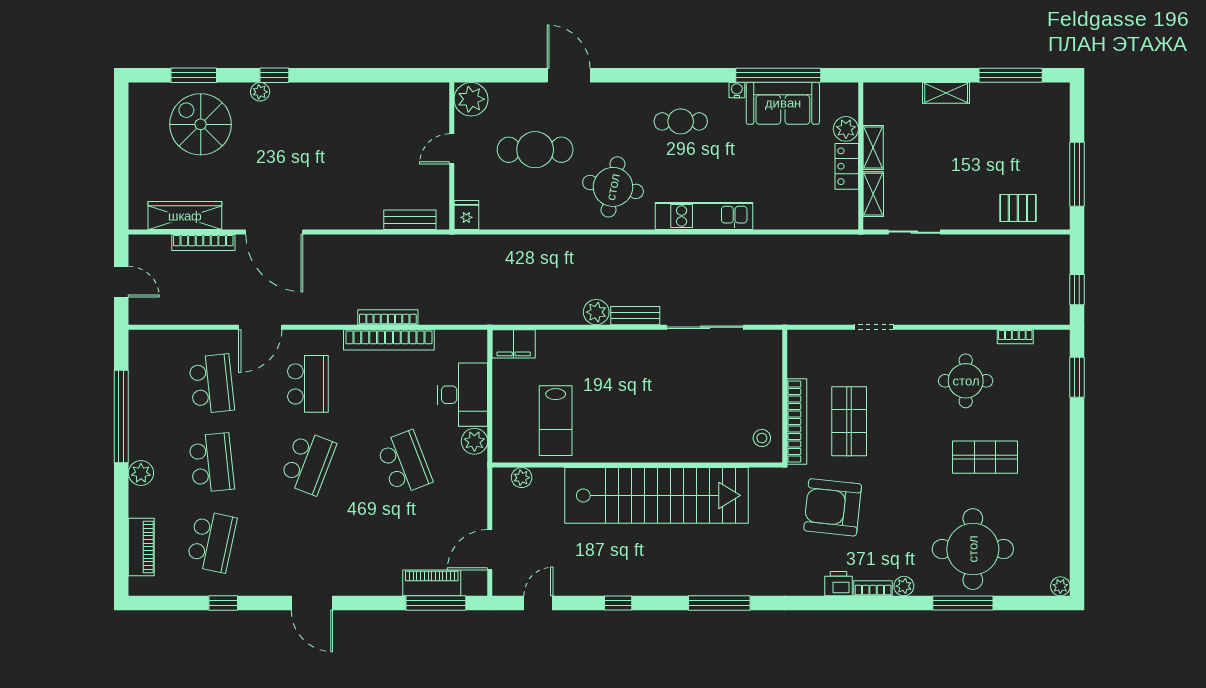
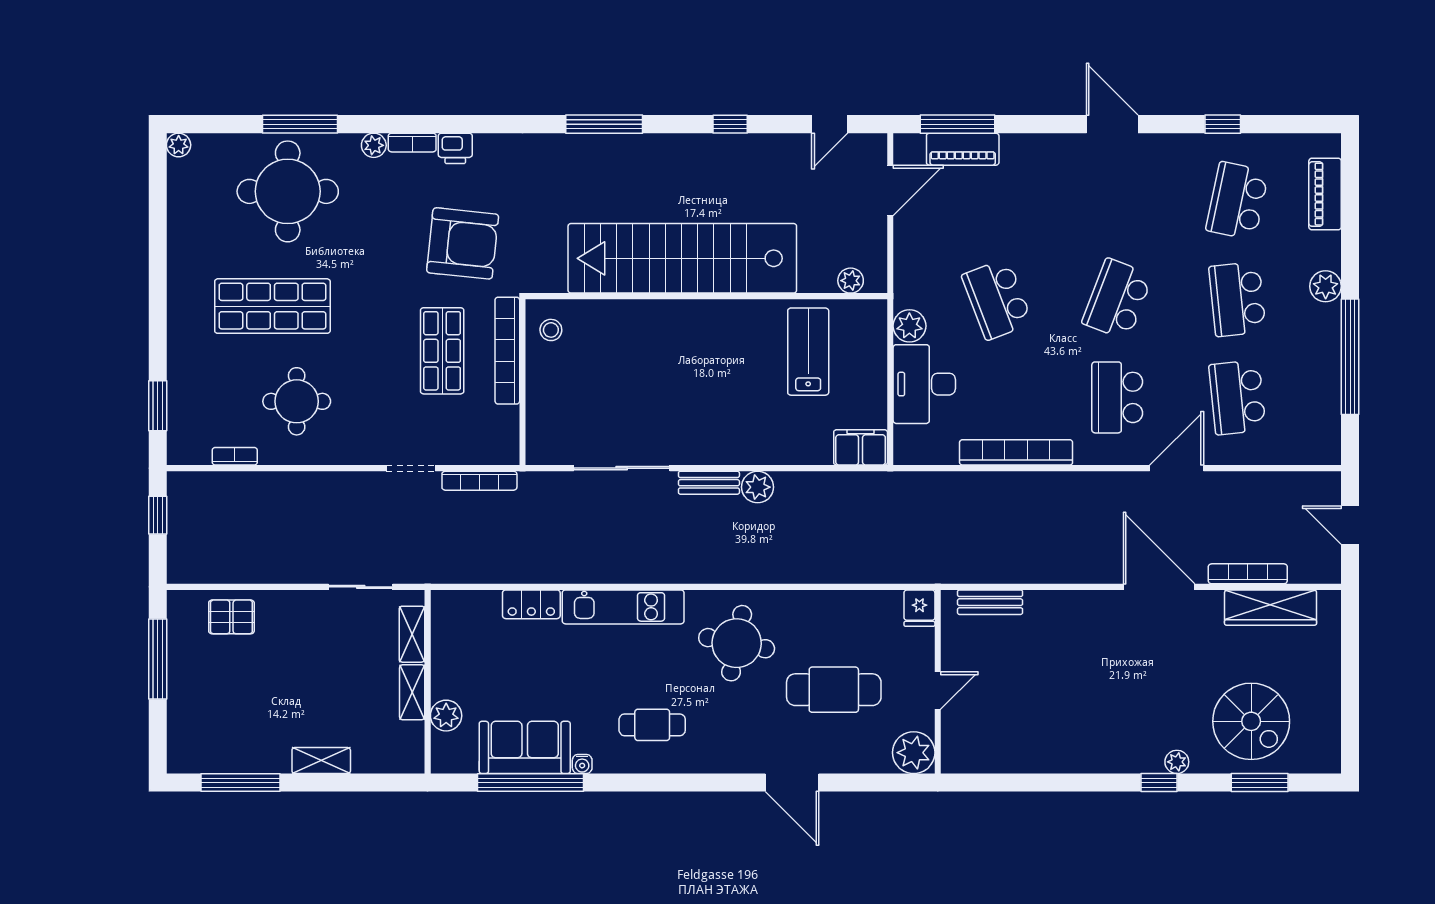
locker: (847, 166) -> (531, 604), moved, turned 90
bookcase: (388, 317) -> (479, 481), moved
shop shelf: (985, 457) -> (272, 306), width x1.43, depth x1.36

